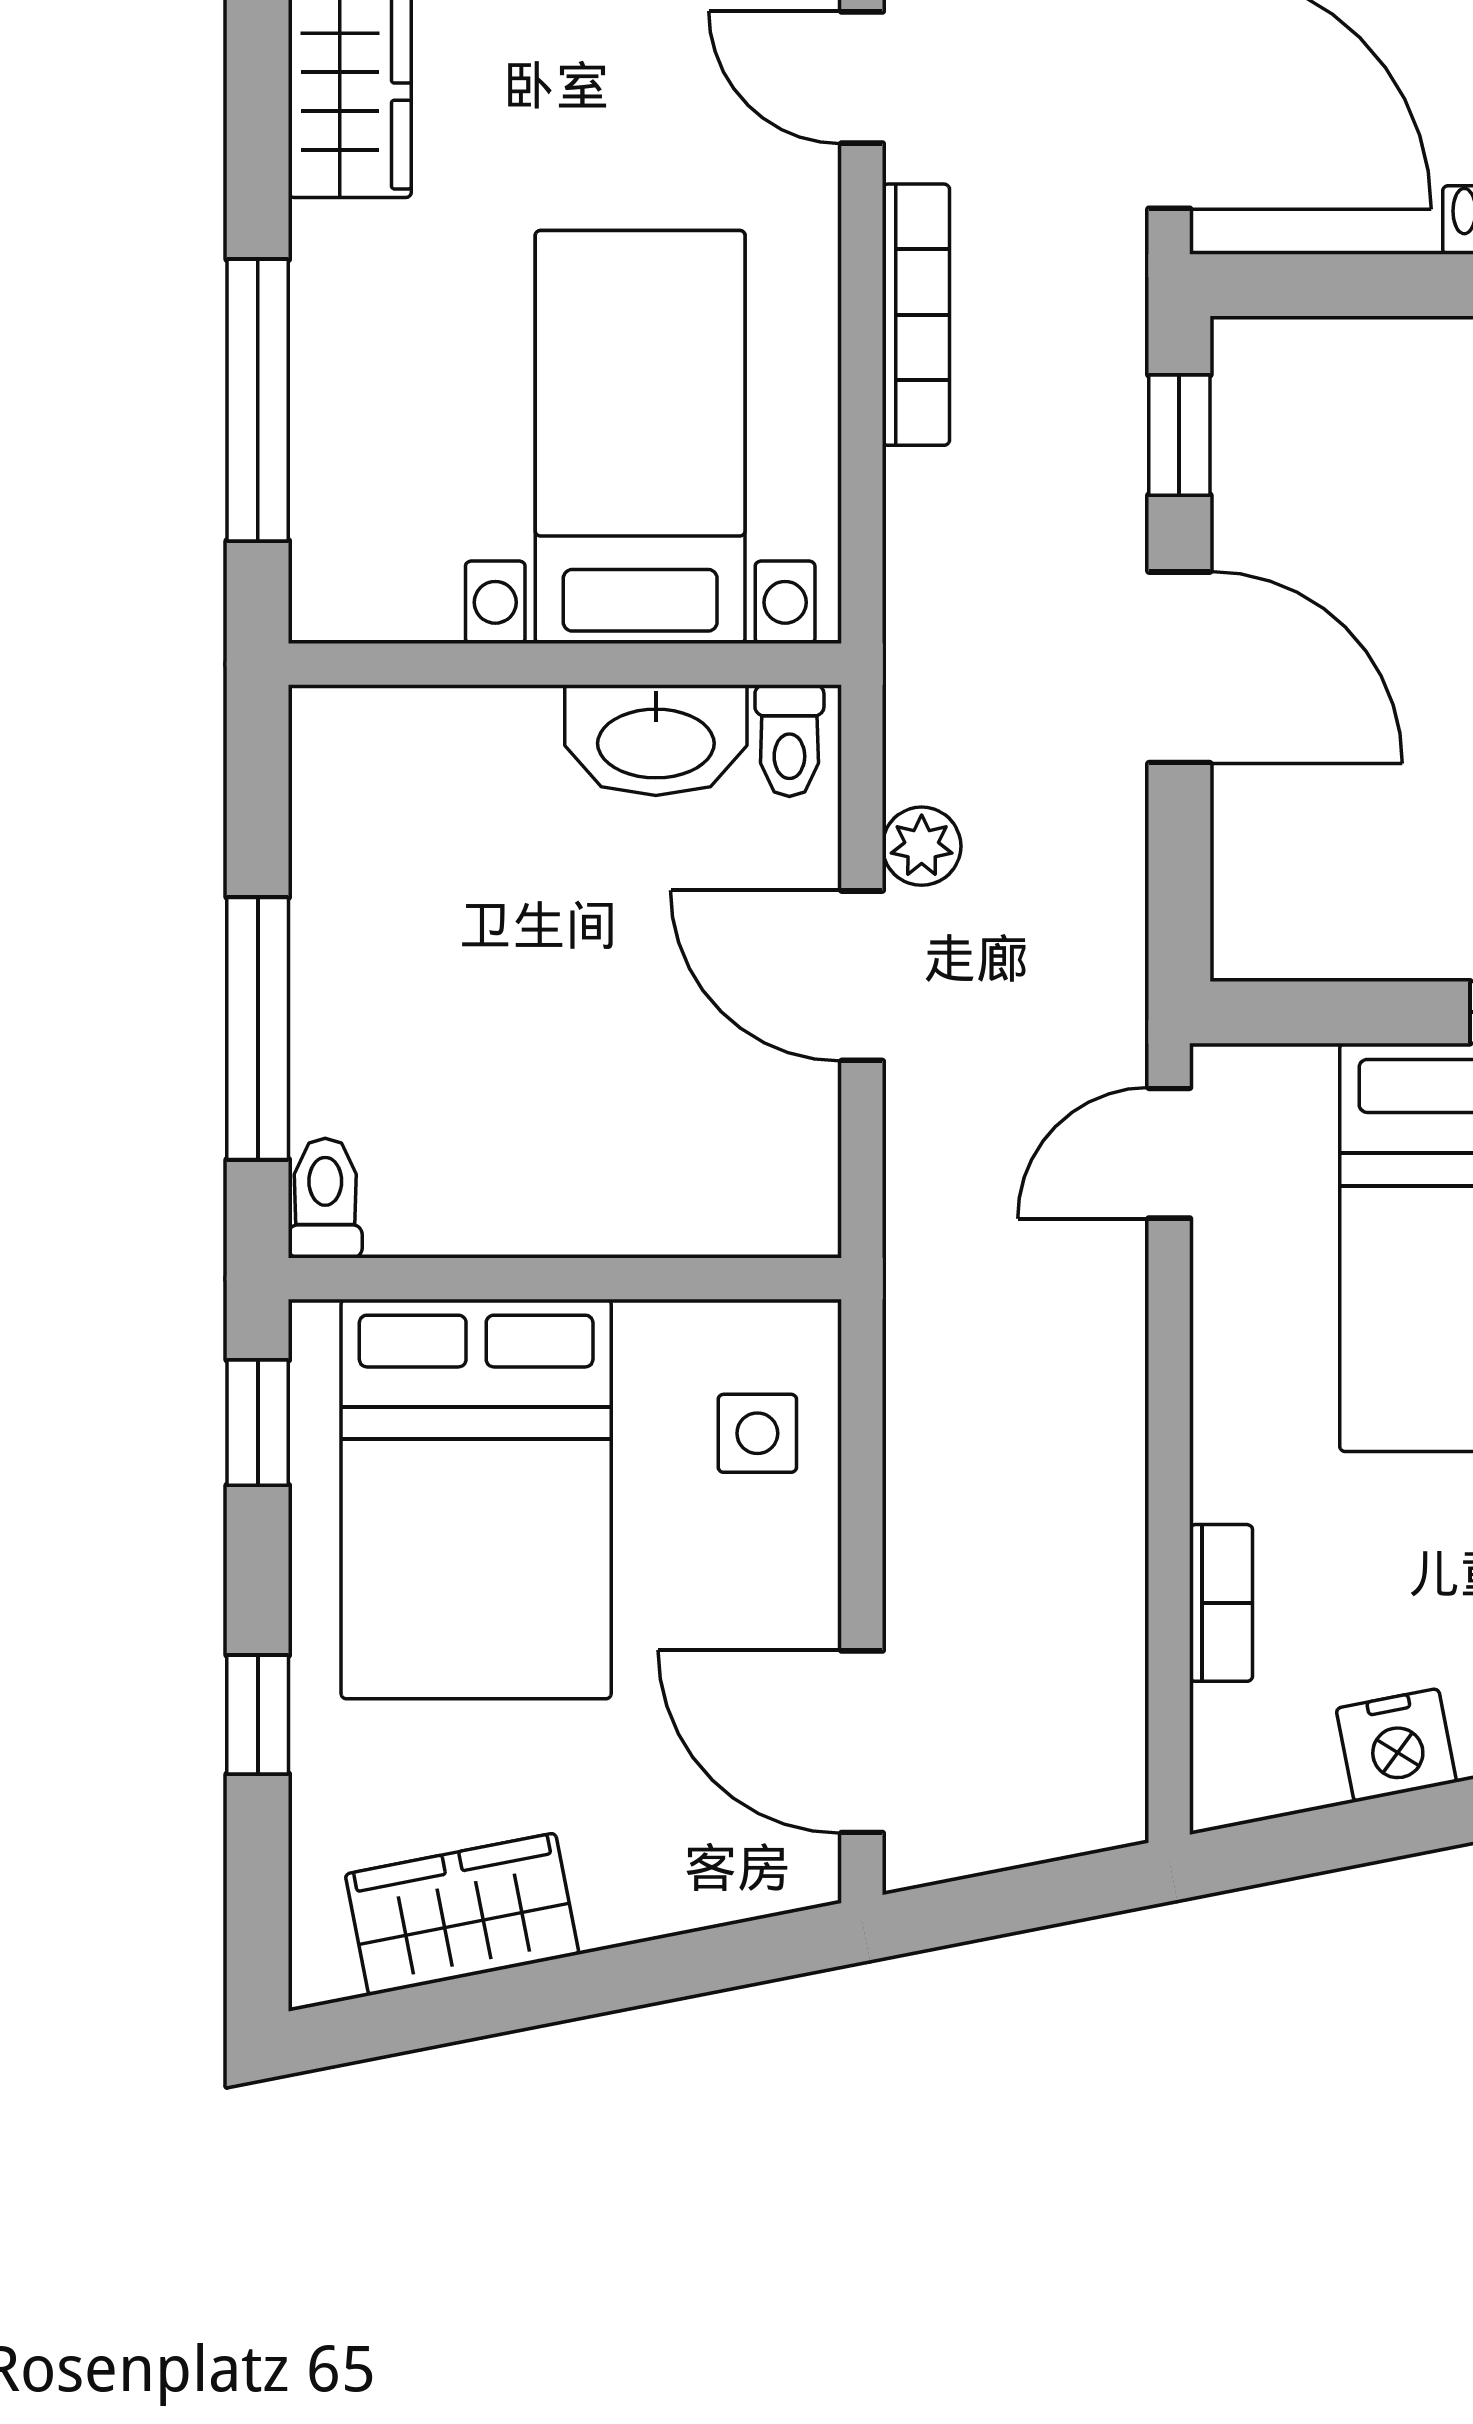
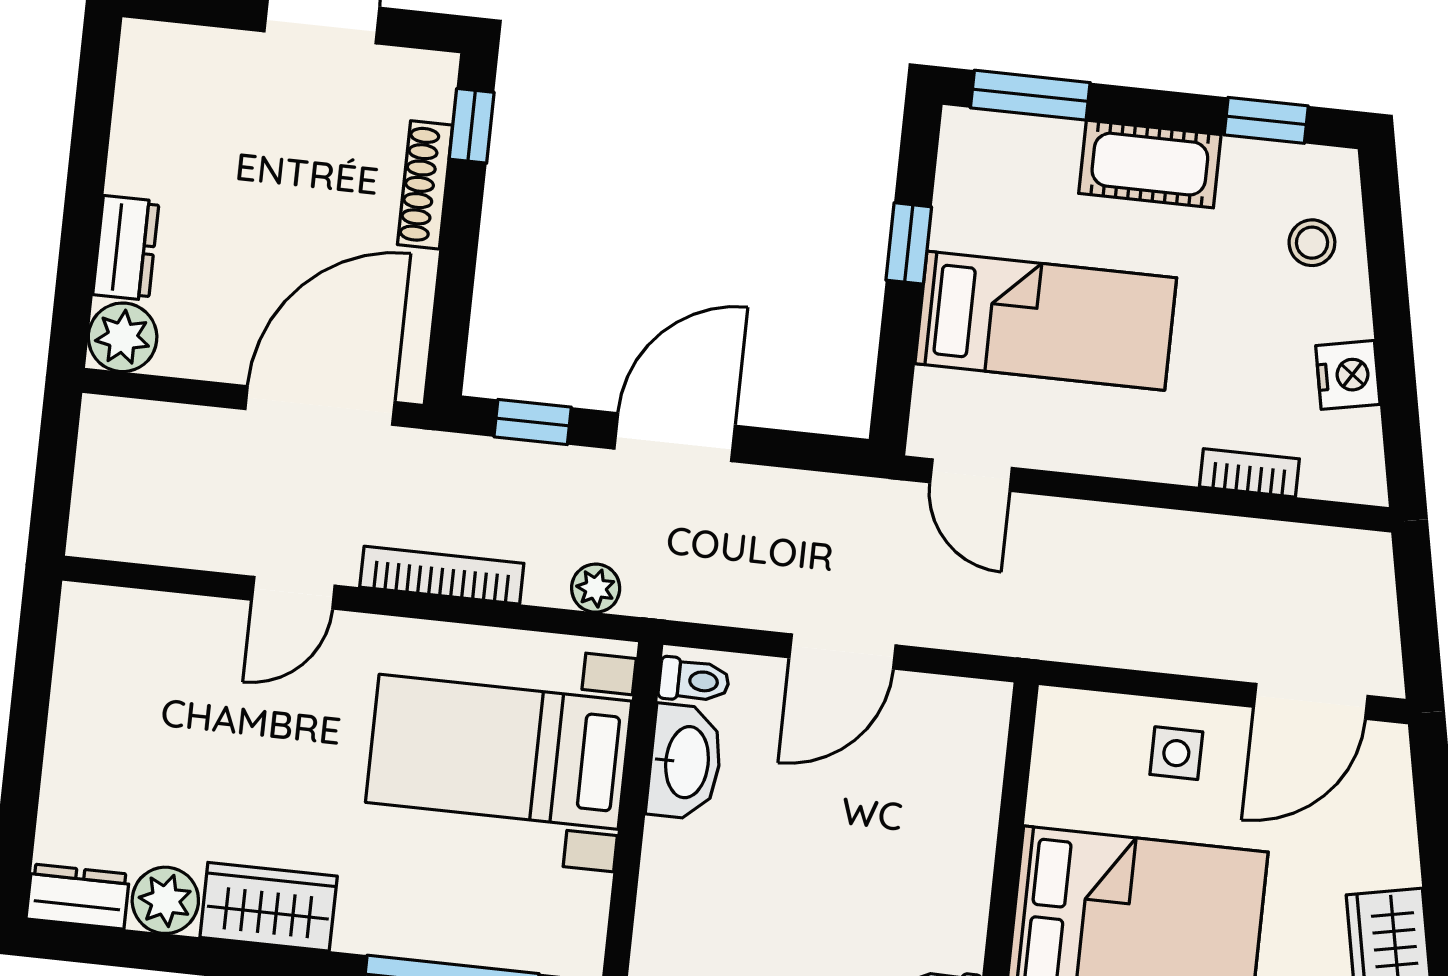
plant: (922, 846) -> (596, 588), moved
side table: (757, 1433) -> (1176, 753), moved

